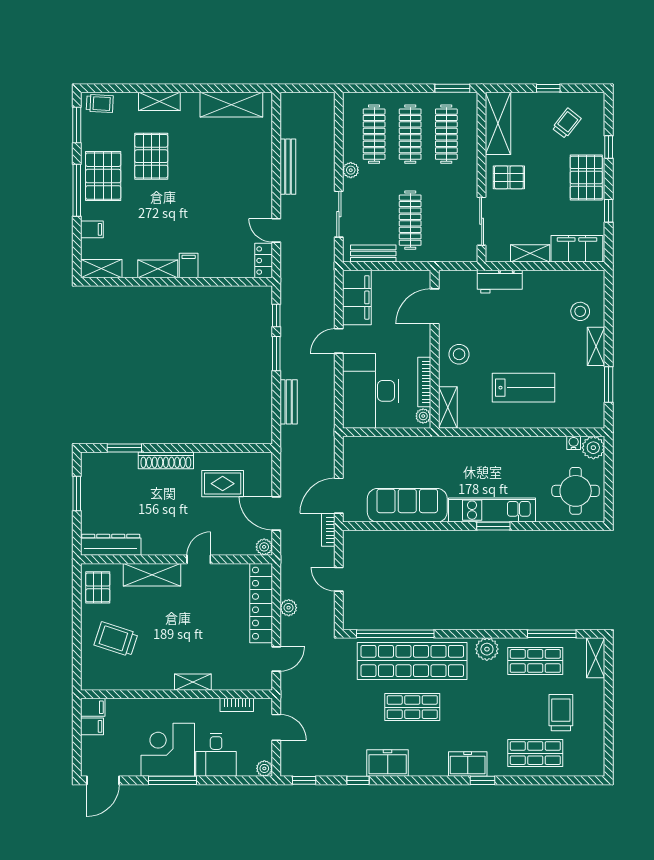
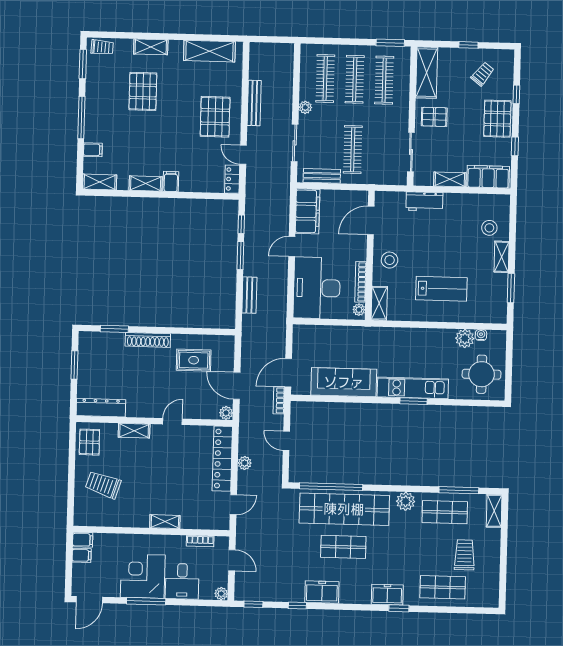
pallet: (103, 176) -> (215, 117), moved
plant: (593, 448) -> (465, 338), moved
shelving: (152, 575) -> (134, 431), width x0.67, depth x0.75

